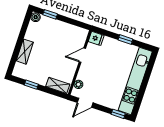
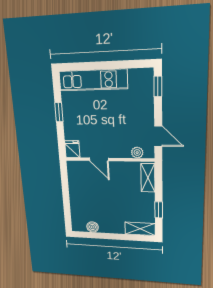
window: (50, 14) -> (67, 211), removed
boiler: (36, 17) -> (93, 227), moved
shelving: (25, 52) -> (140, 229), moved
kitchen unit: (135, 81) -> (93, 80), width x0.73

